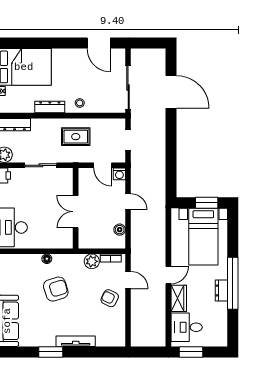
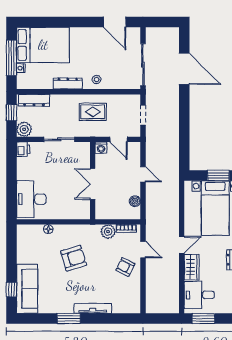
washing machine: (119, 174) -> (101, 148), moved
floor lamp: (47, 259) -> (48, 229), moved

